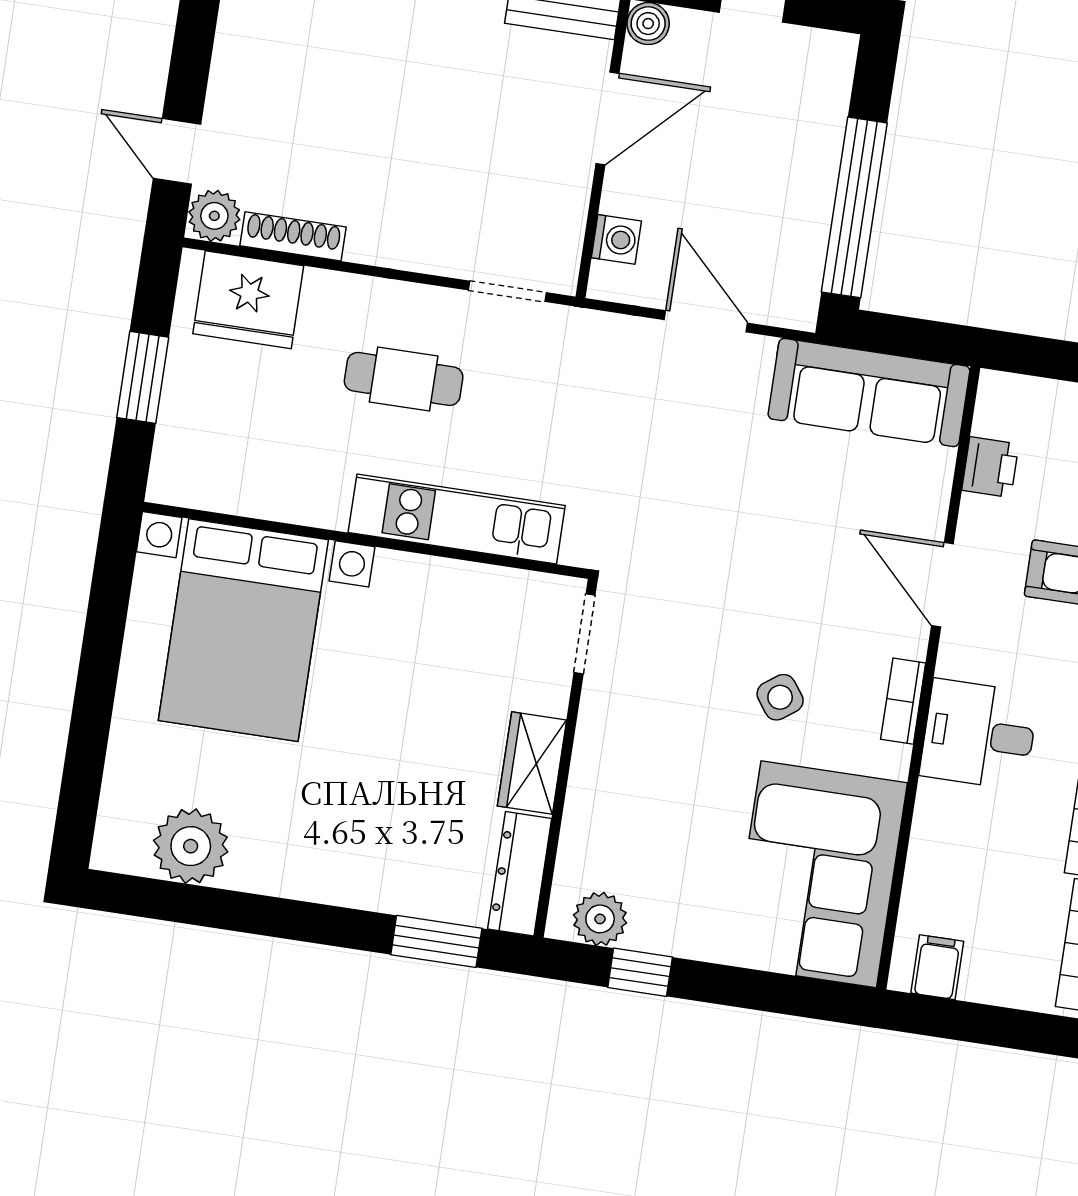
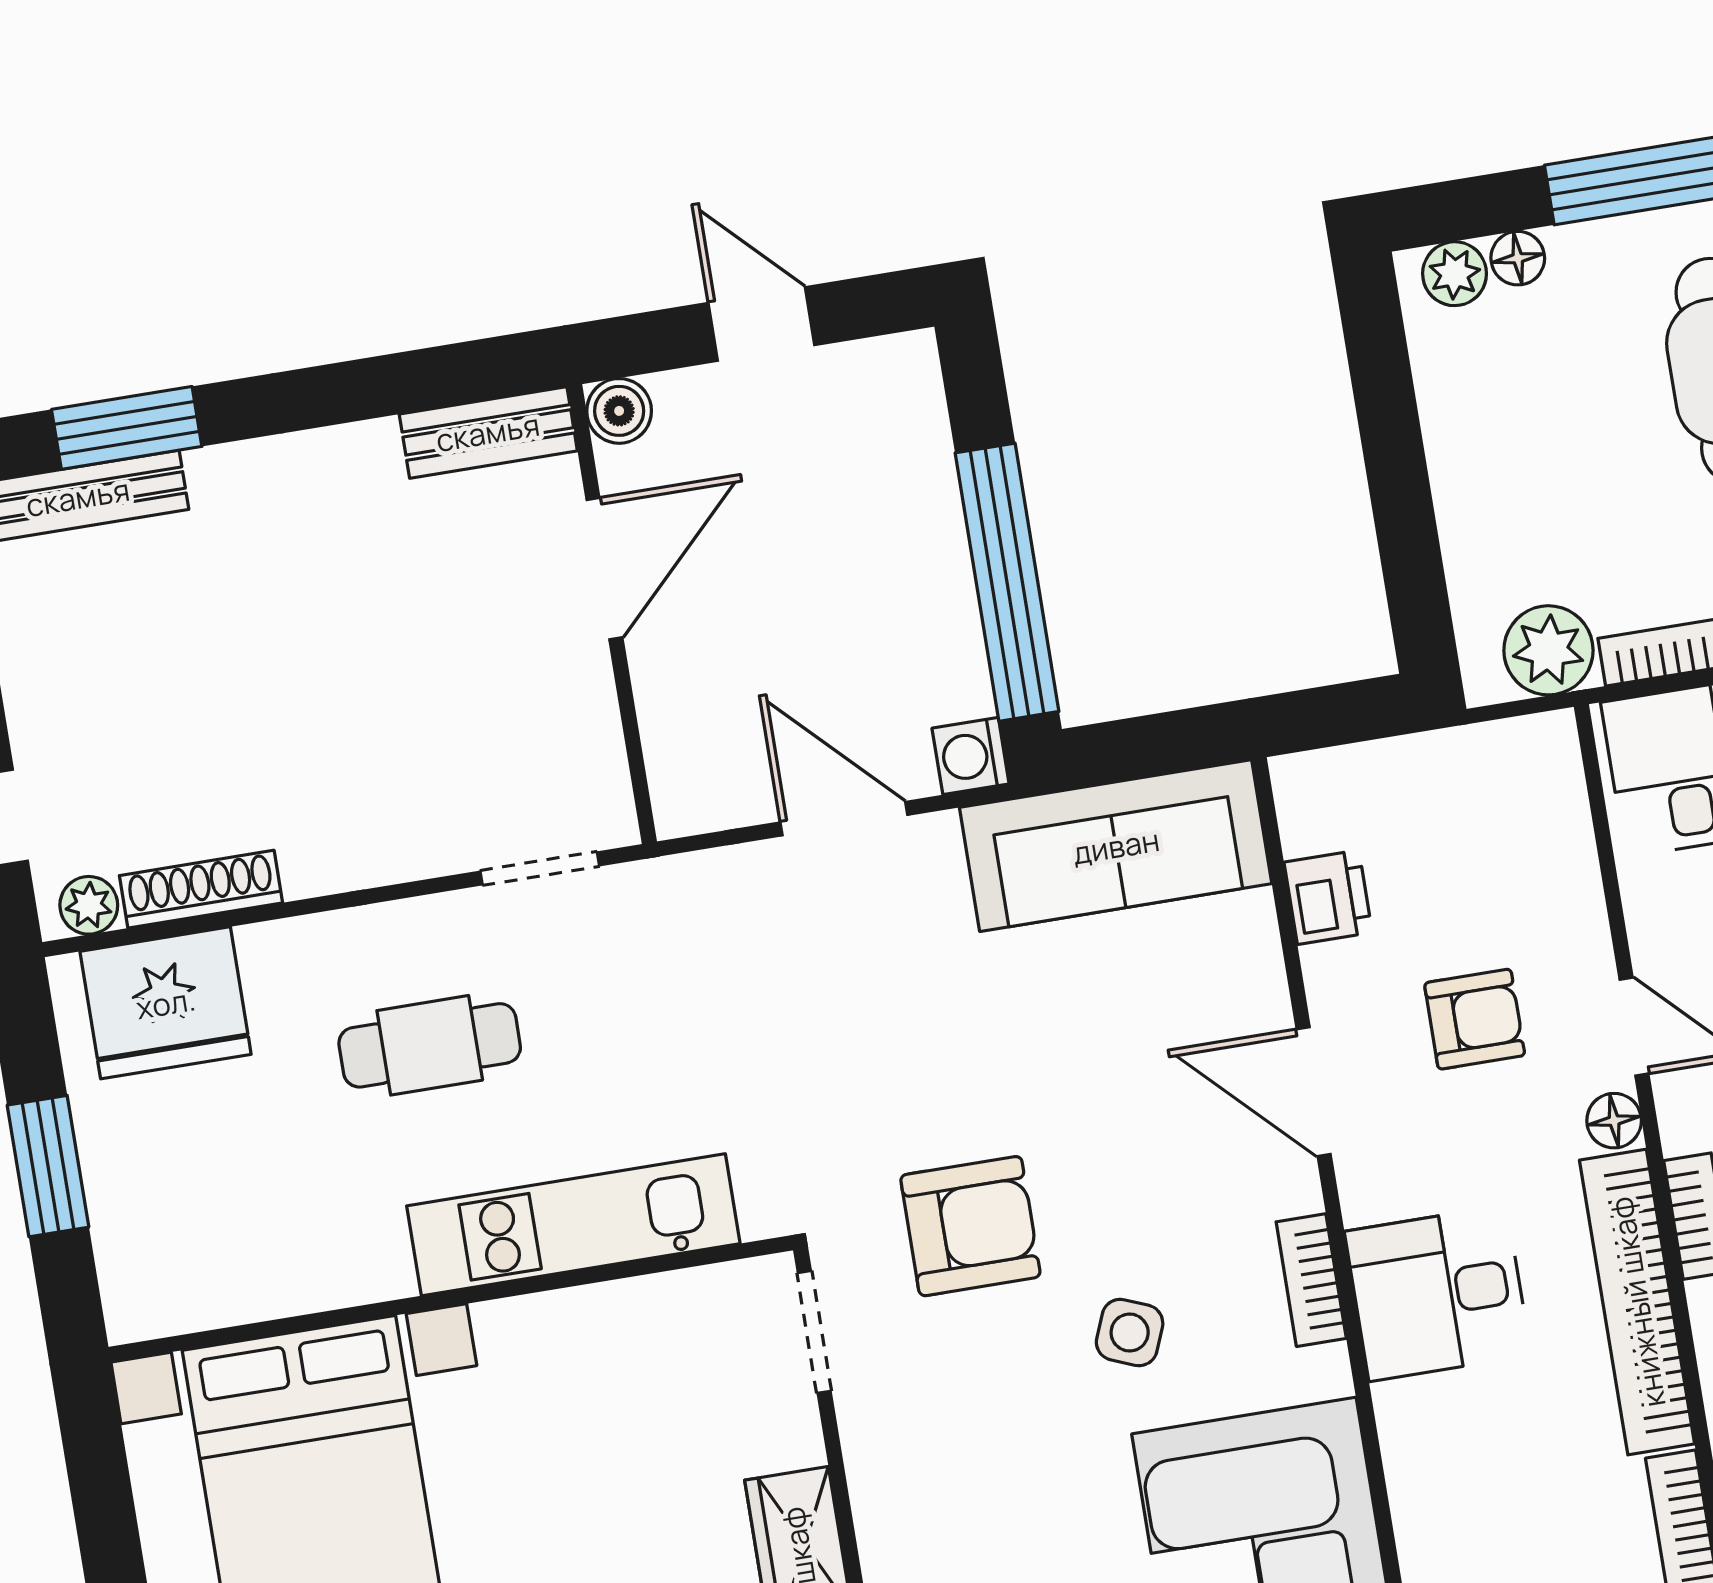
plant: (214, 216) -> (89, 905), width x0.73, depth x0.73
washing machine: (616, 239) -> (971, 756), moved, turned 180
armchair: (703, 599) -> (970, 1226), added
side table: (780, 697) -> (1130, 1333), turned -32

